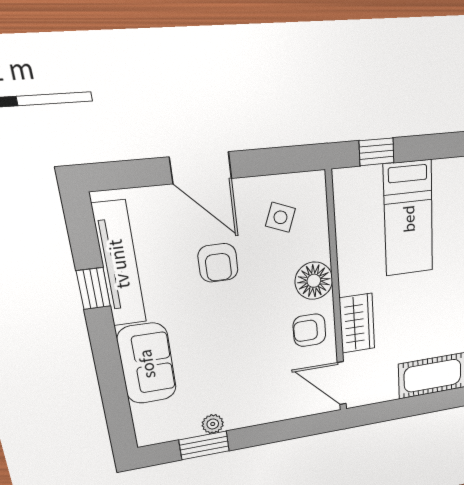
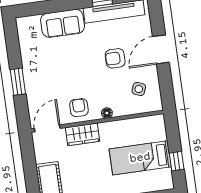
window: (377, 152) -> (177, 161), moved
floor lamp: (314, 281) -> (107, 113), width x0.53, depth x0.53
plant: (213, 424) -> (26, 57), removed
window: (204, 445) -> (18, 82), moved

